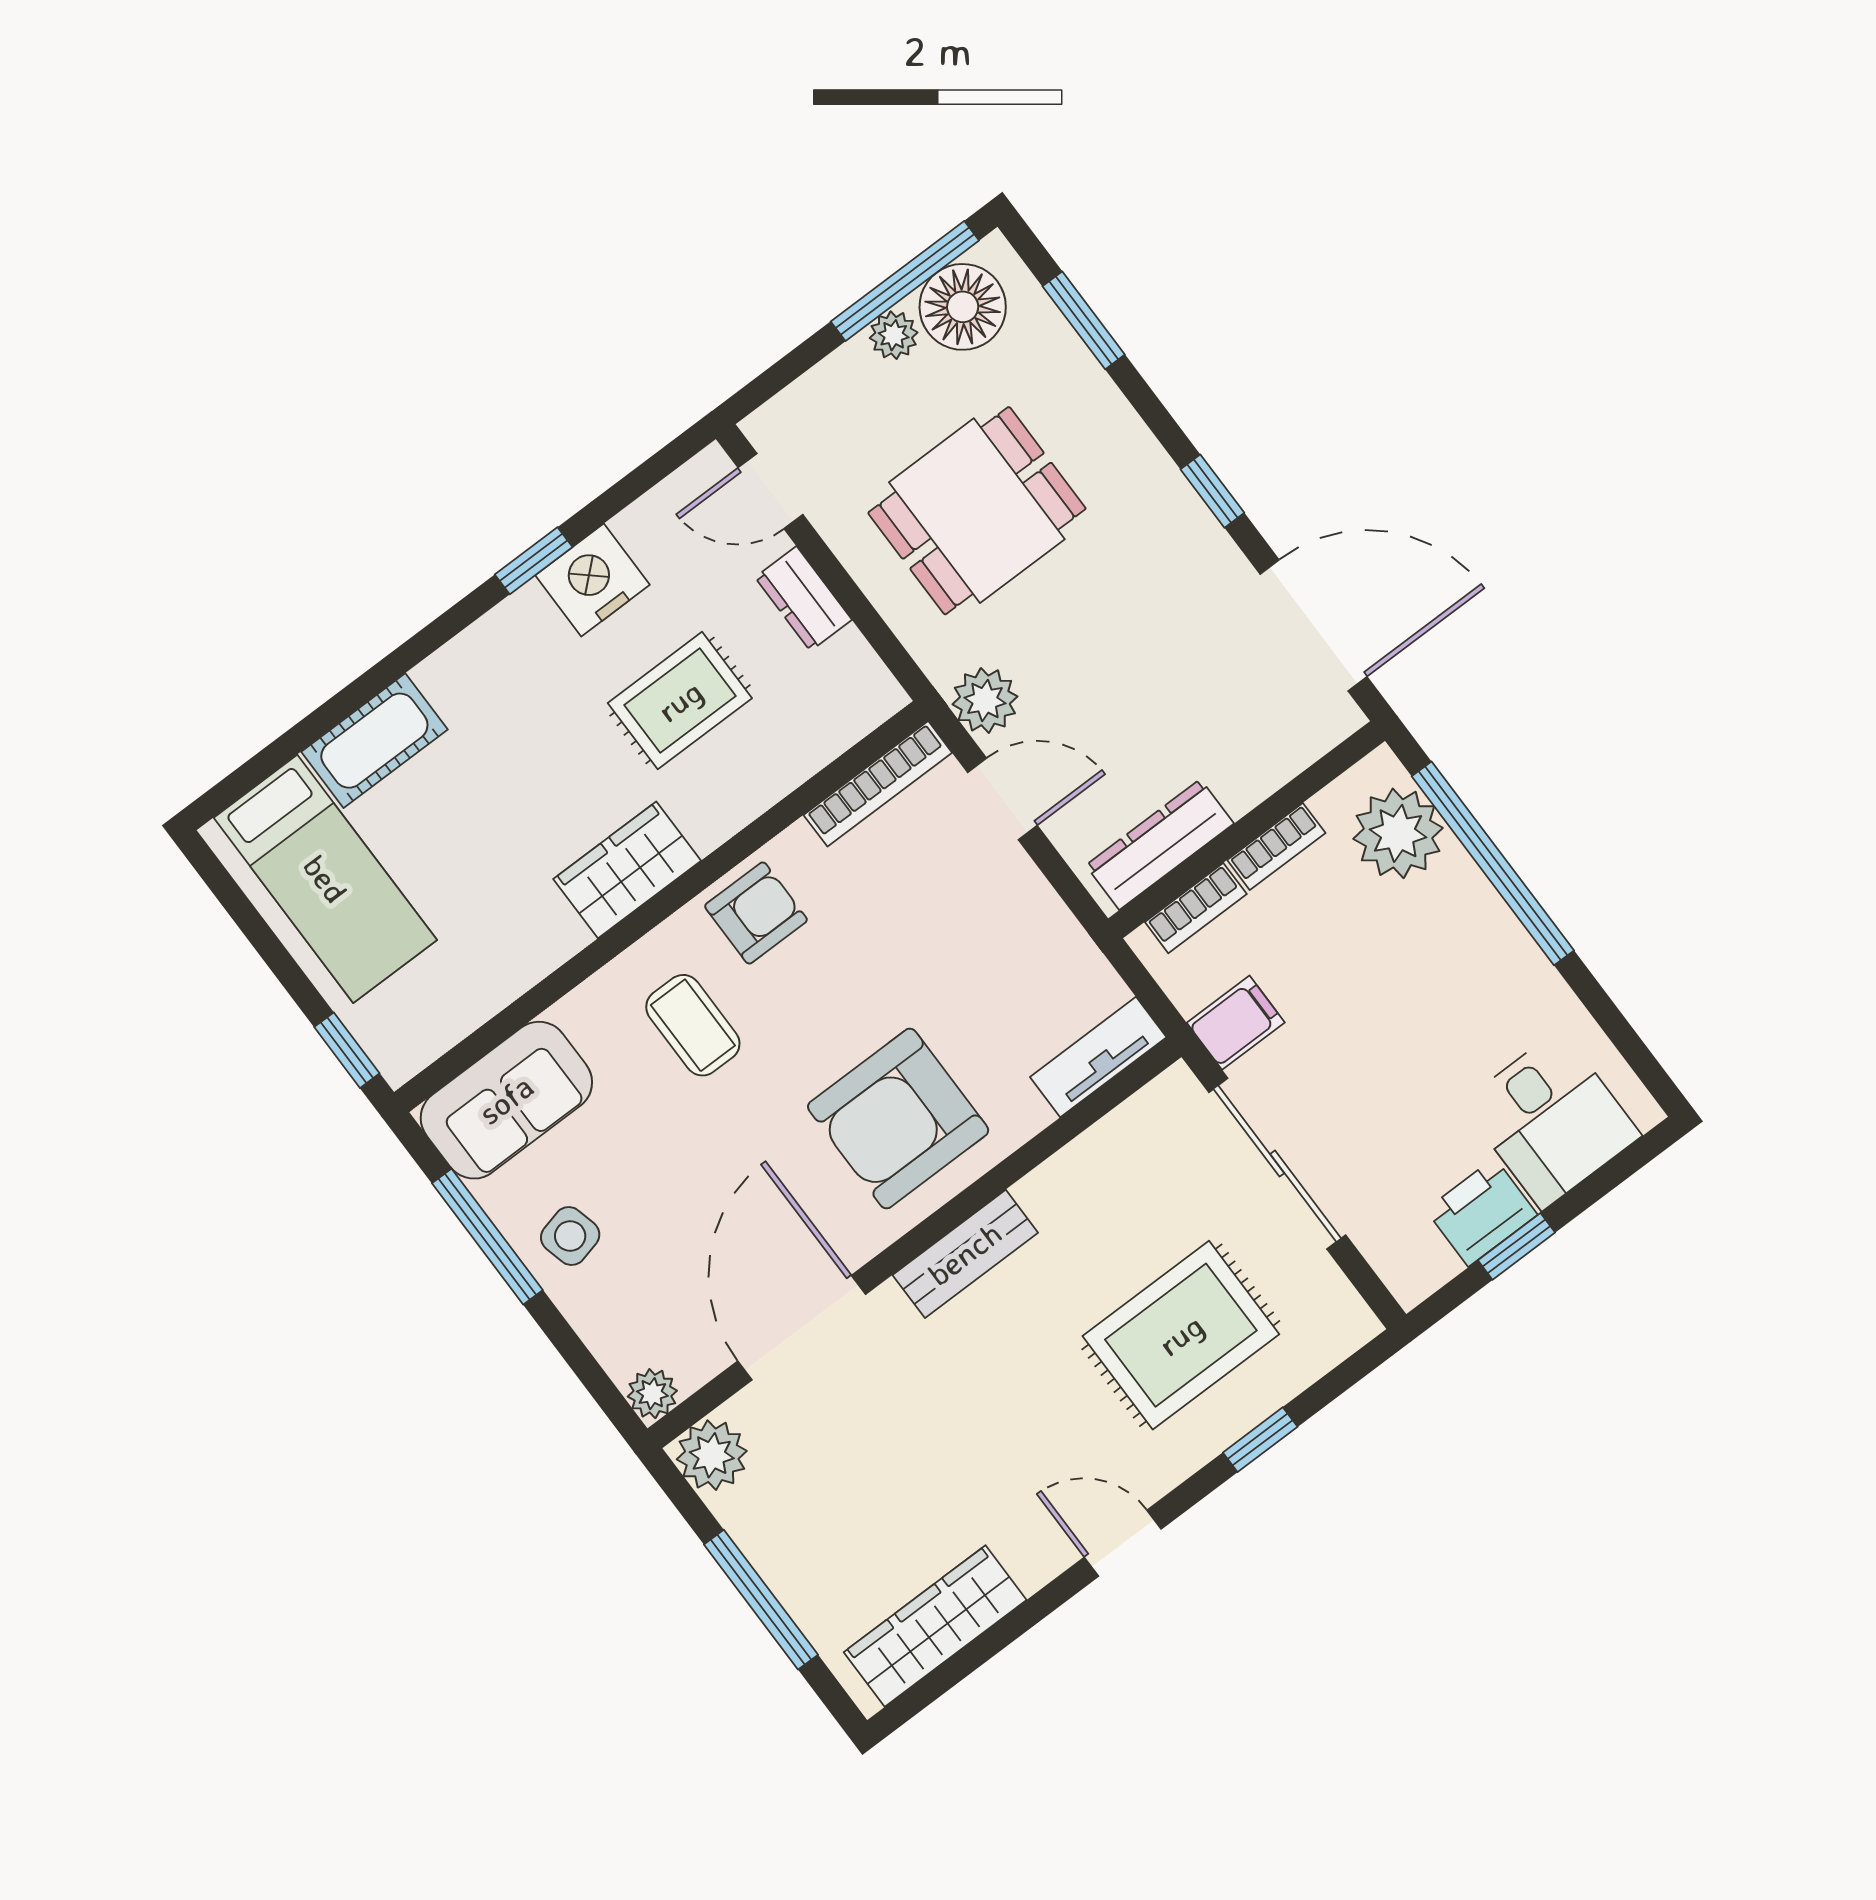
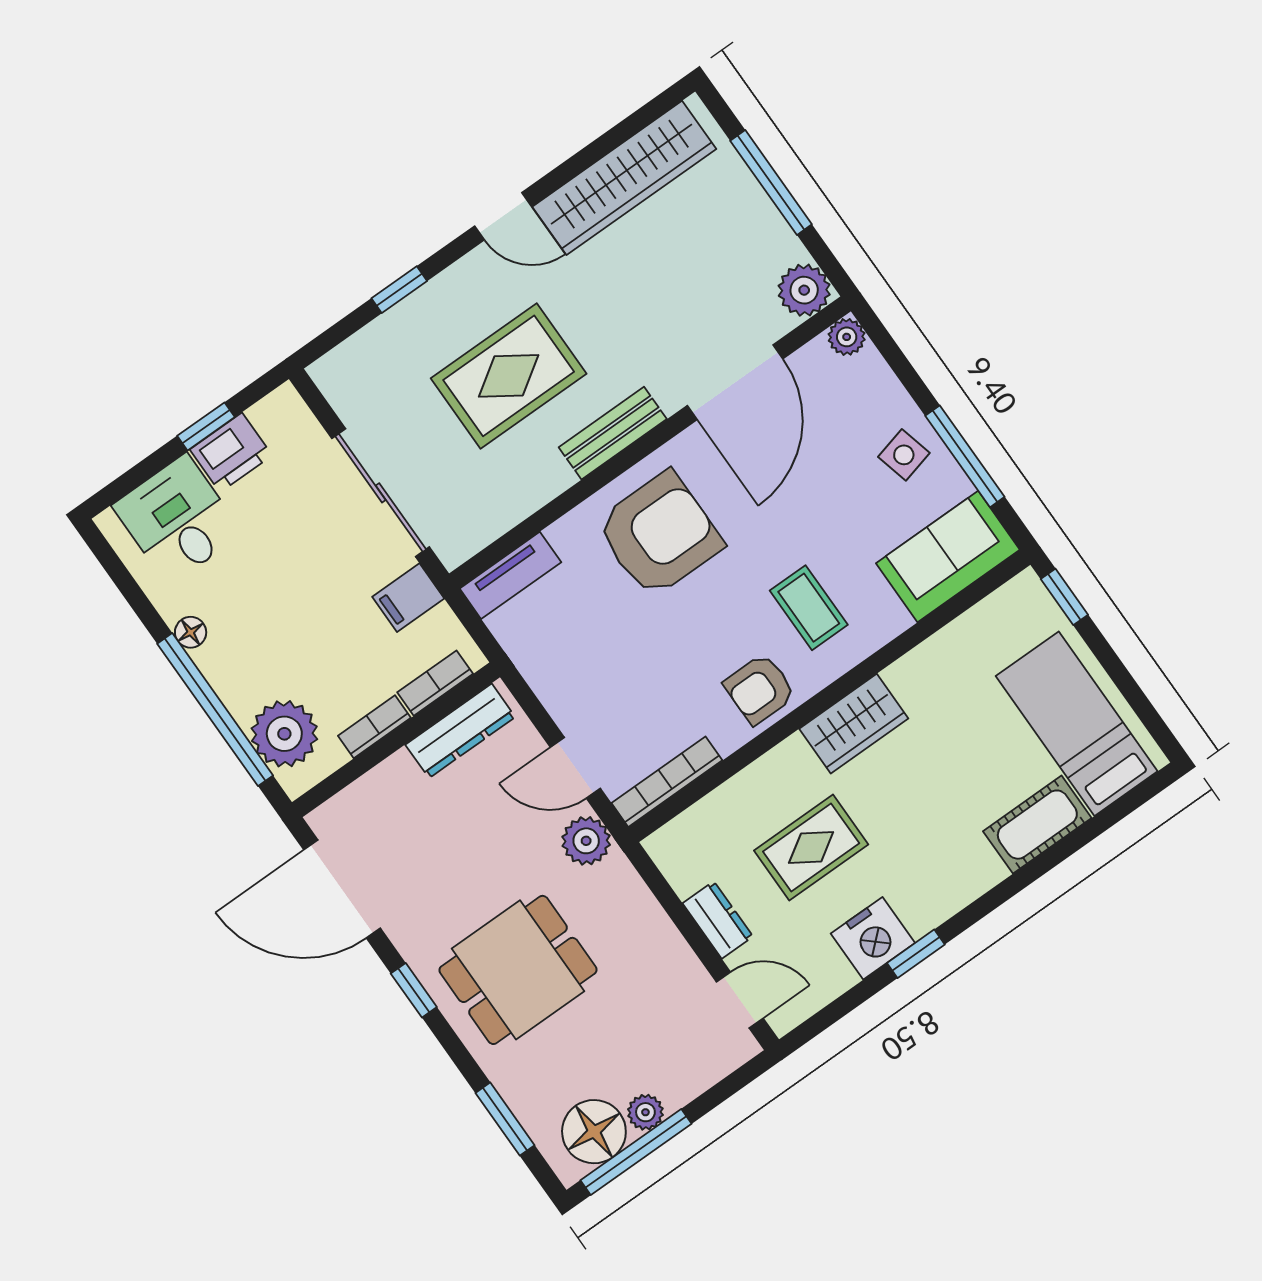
dining table: (977, 511) -> (518, 970), moved
floor lamp: (1529, 967) -> (191, 632), added
rug: (1181, 1335) -> (509, 376), moved
wardrobe: (935, 1626) -> (624, 178), width x1.40, depth x1.17

